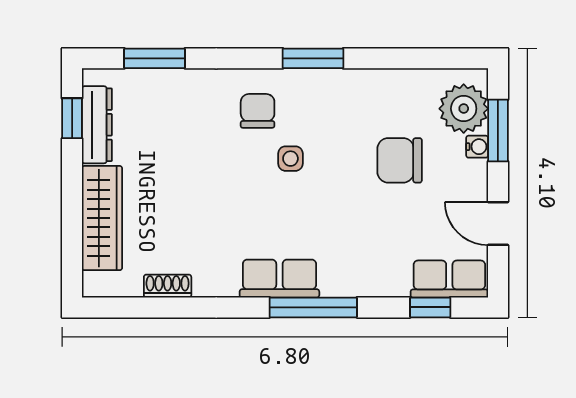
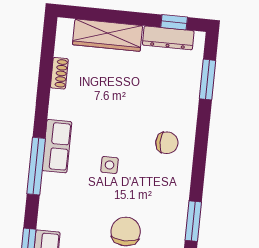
window: (313, 58) -> (193, 221), moved
side table: (290, 159) -> (110, 165), moved

